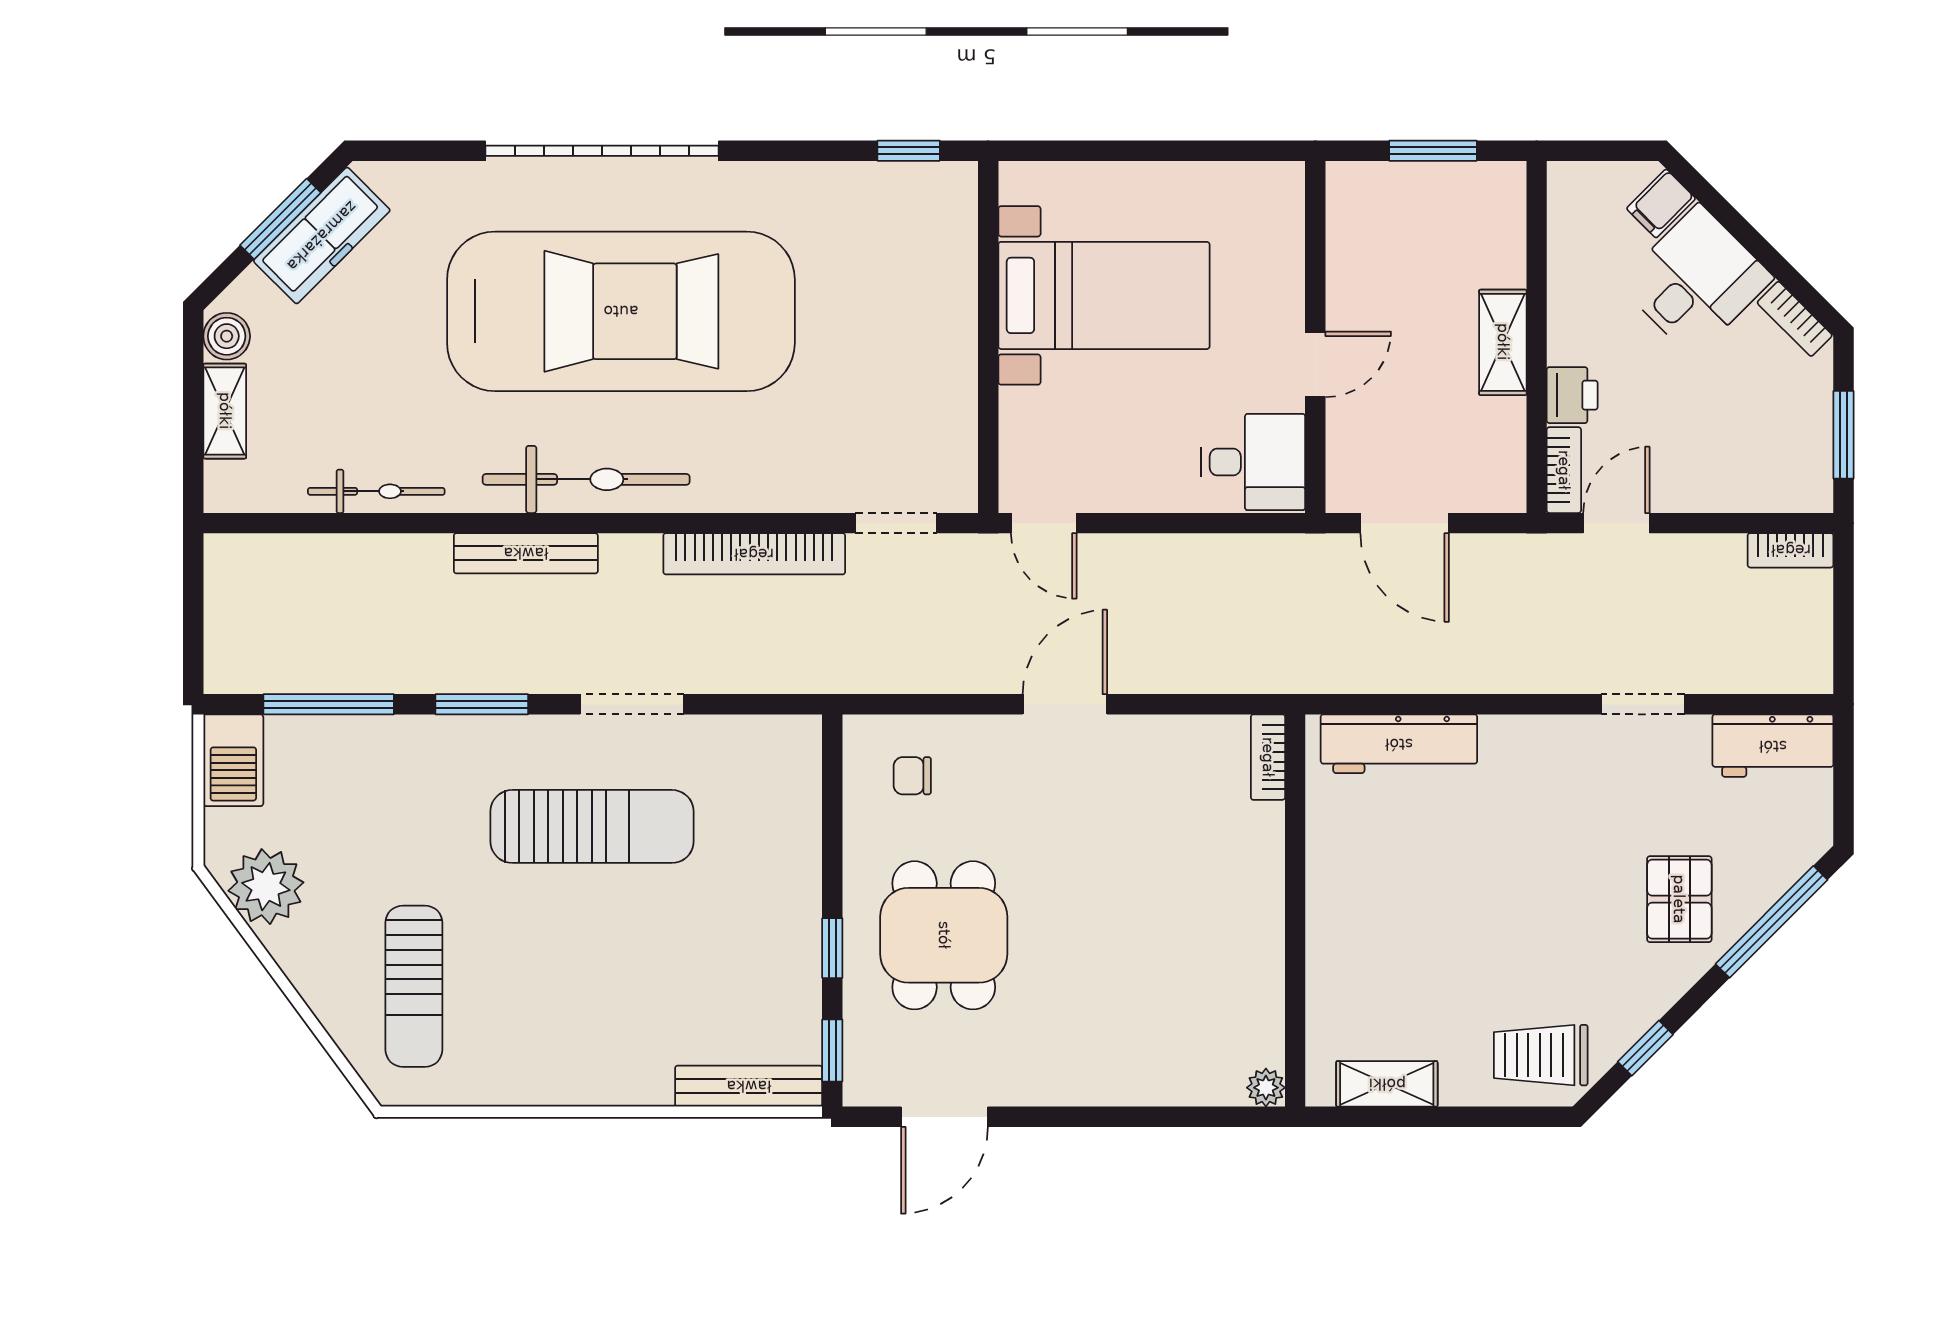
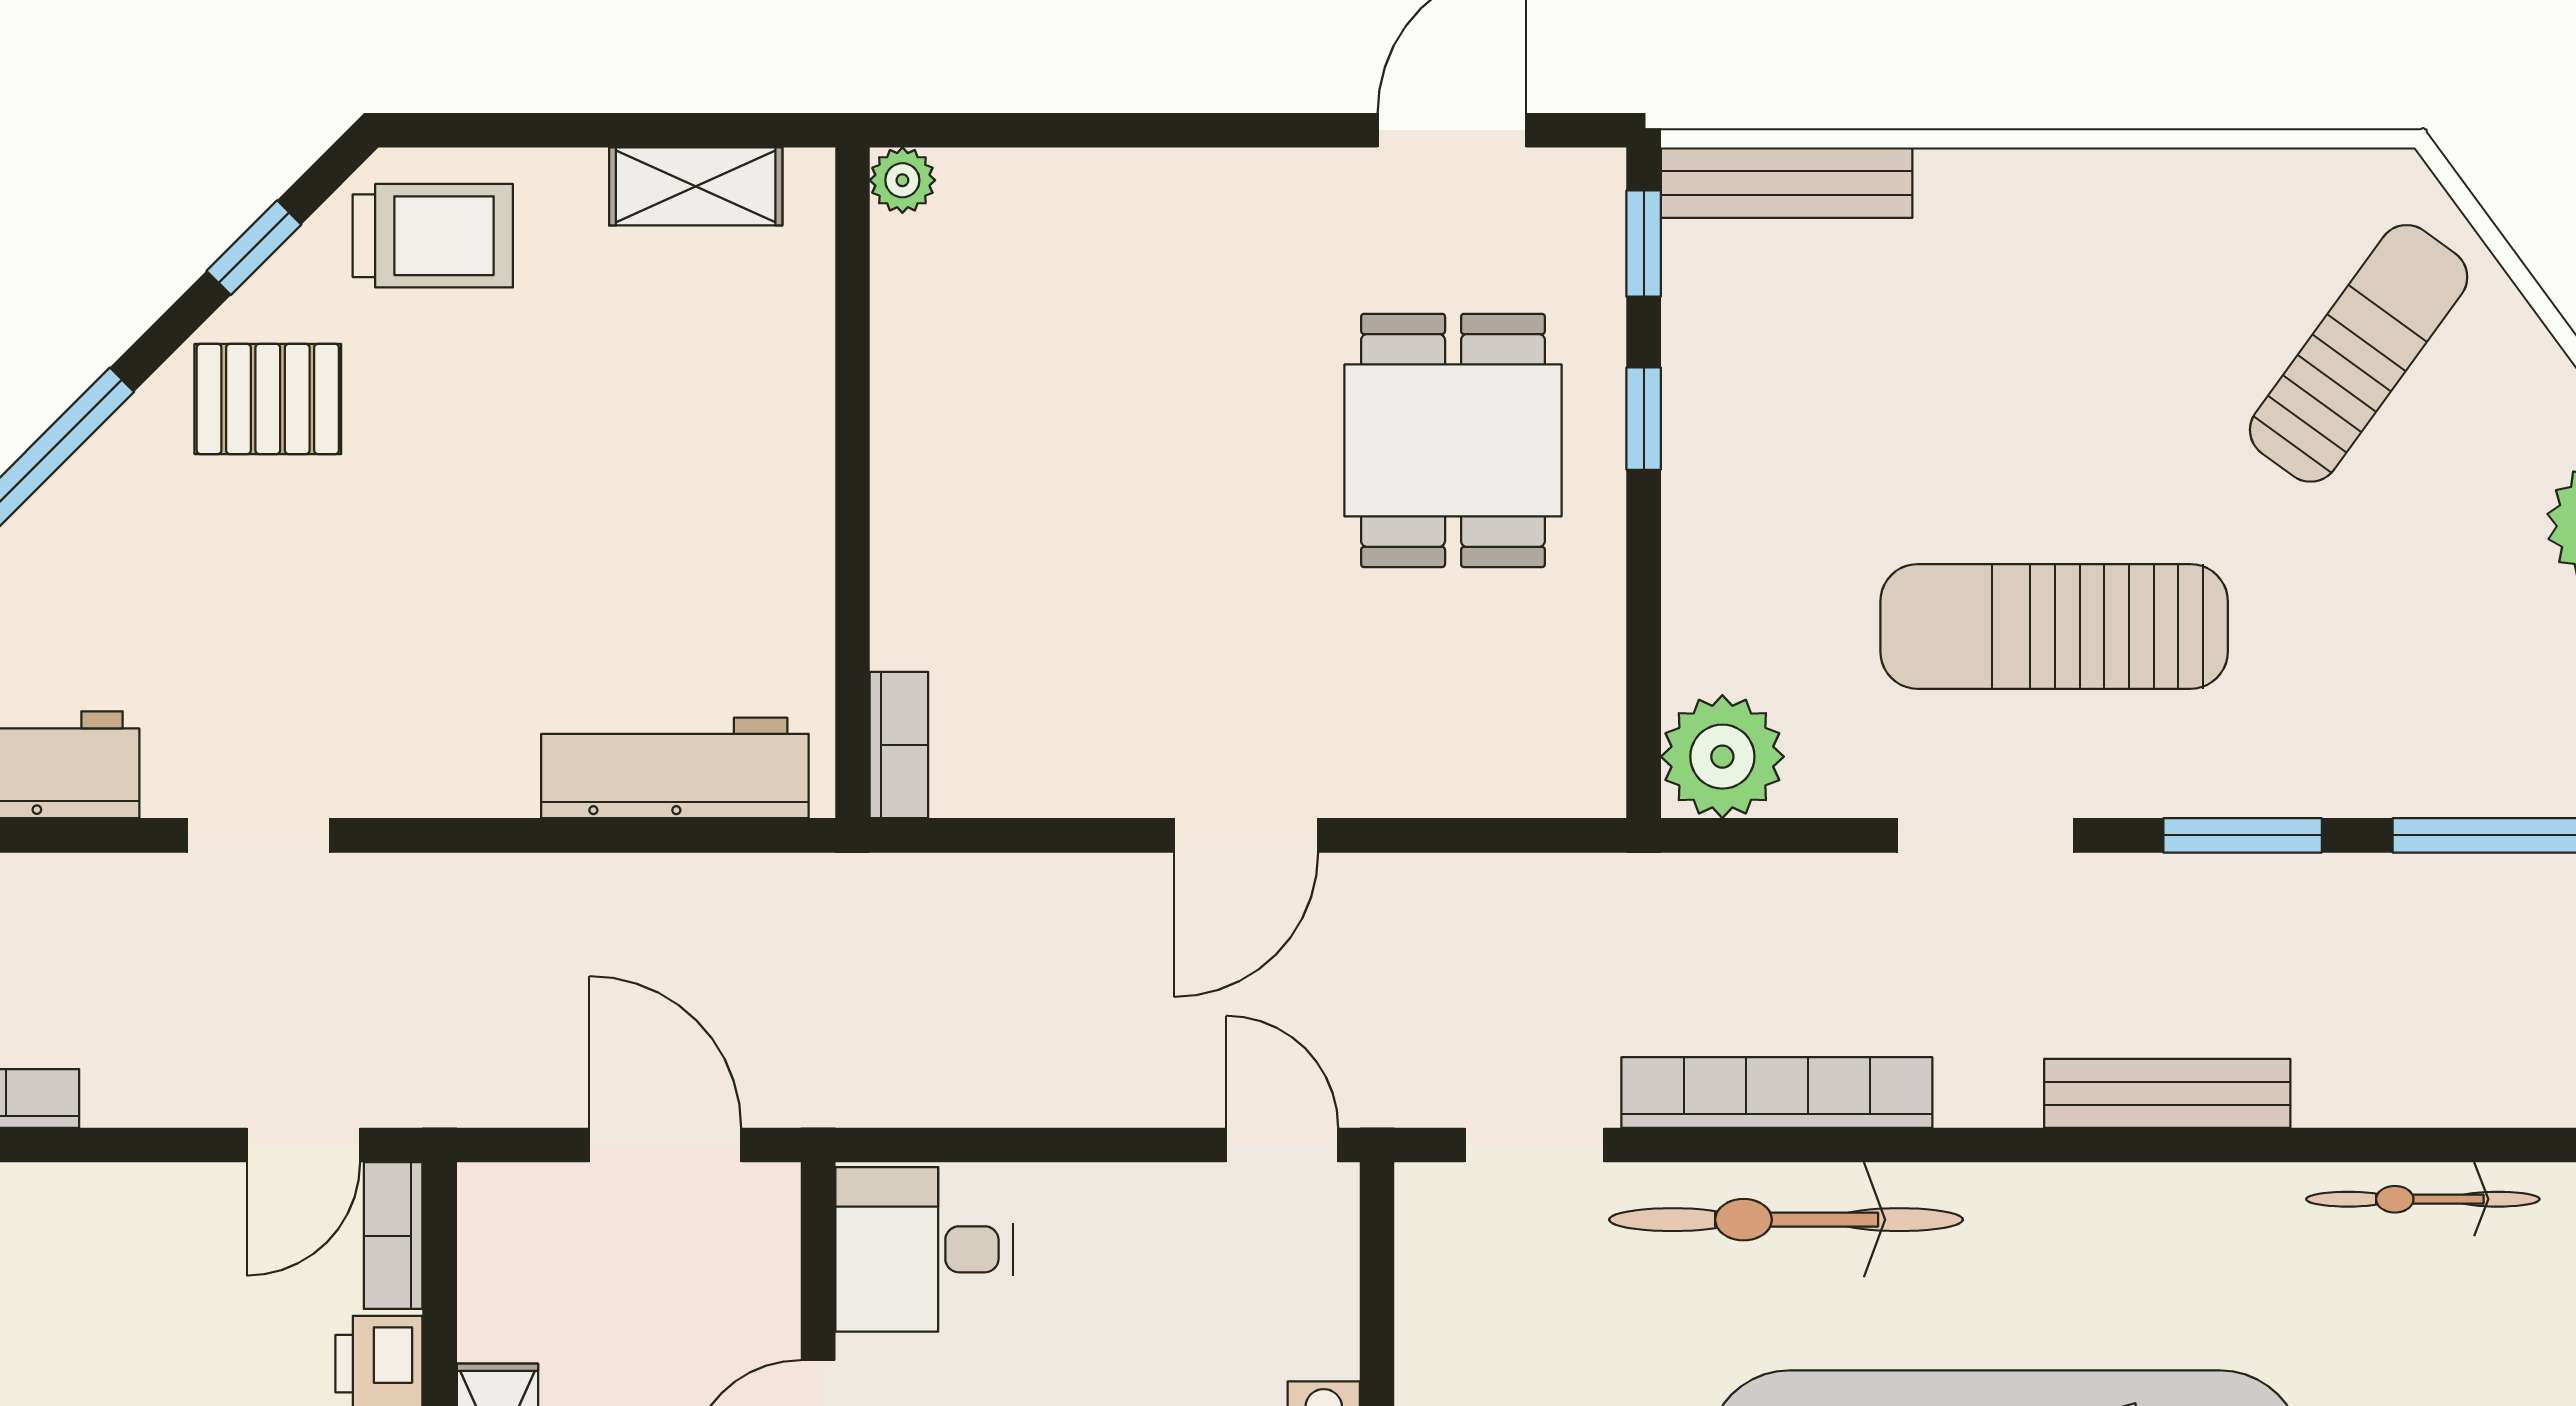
bicycle: (586, 479) -> (1786, 1220), moved
plant: (786, 750) -> (1722, 757), added
chair: (912, 776) -> (1507, 713), removed
pallet: (1679, 899) -> (268, 399), moved, turned 90
sun lounger: (414, 986) -> (2359, 353), turned 36

